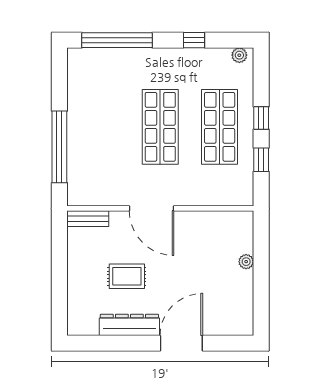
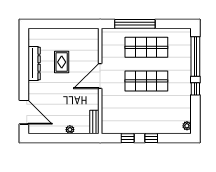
window: (194, 40) -> (195, 89), moved
shop shelf: (220, 127) -> (146, 47), moved
bench: (88, 219) -> (94, 122), moved
door: (181, 343) -> (24, 112), moved

